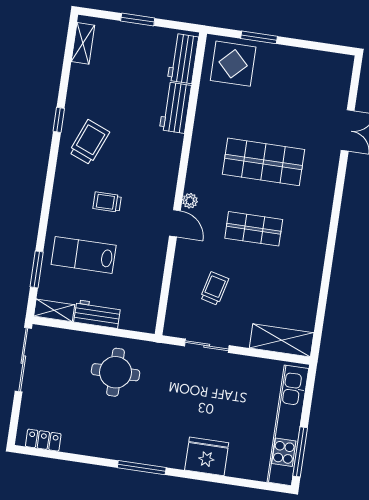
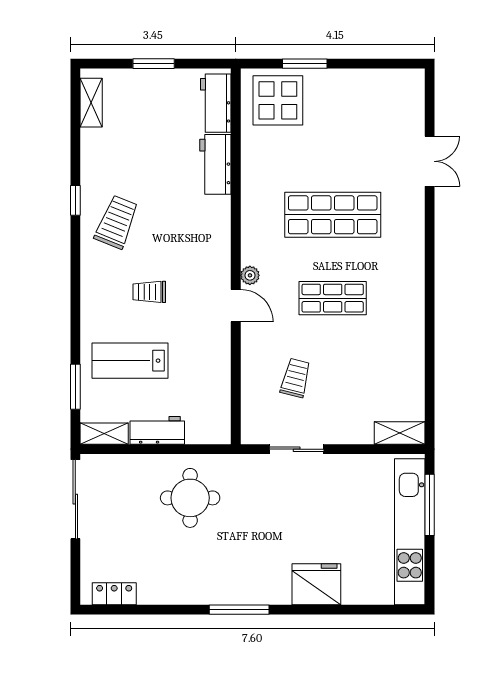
shelving: (282, 340) -> (400, 433), width x0.67, depth x0.75
window: (300, 452) -> (430, 505), moved

